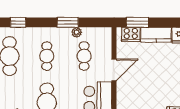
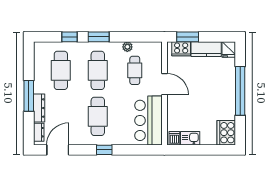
window: (68, 22) -> (99, 37), moved
cafe table: (47, 56) -> (98, 70), width x1.37, depth x1.35
door: (114, 70) -> (164, 84), hinge flipped

